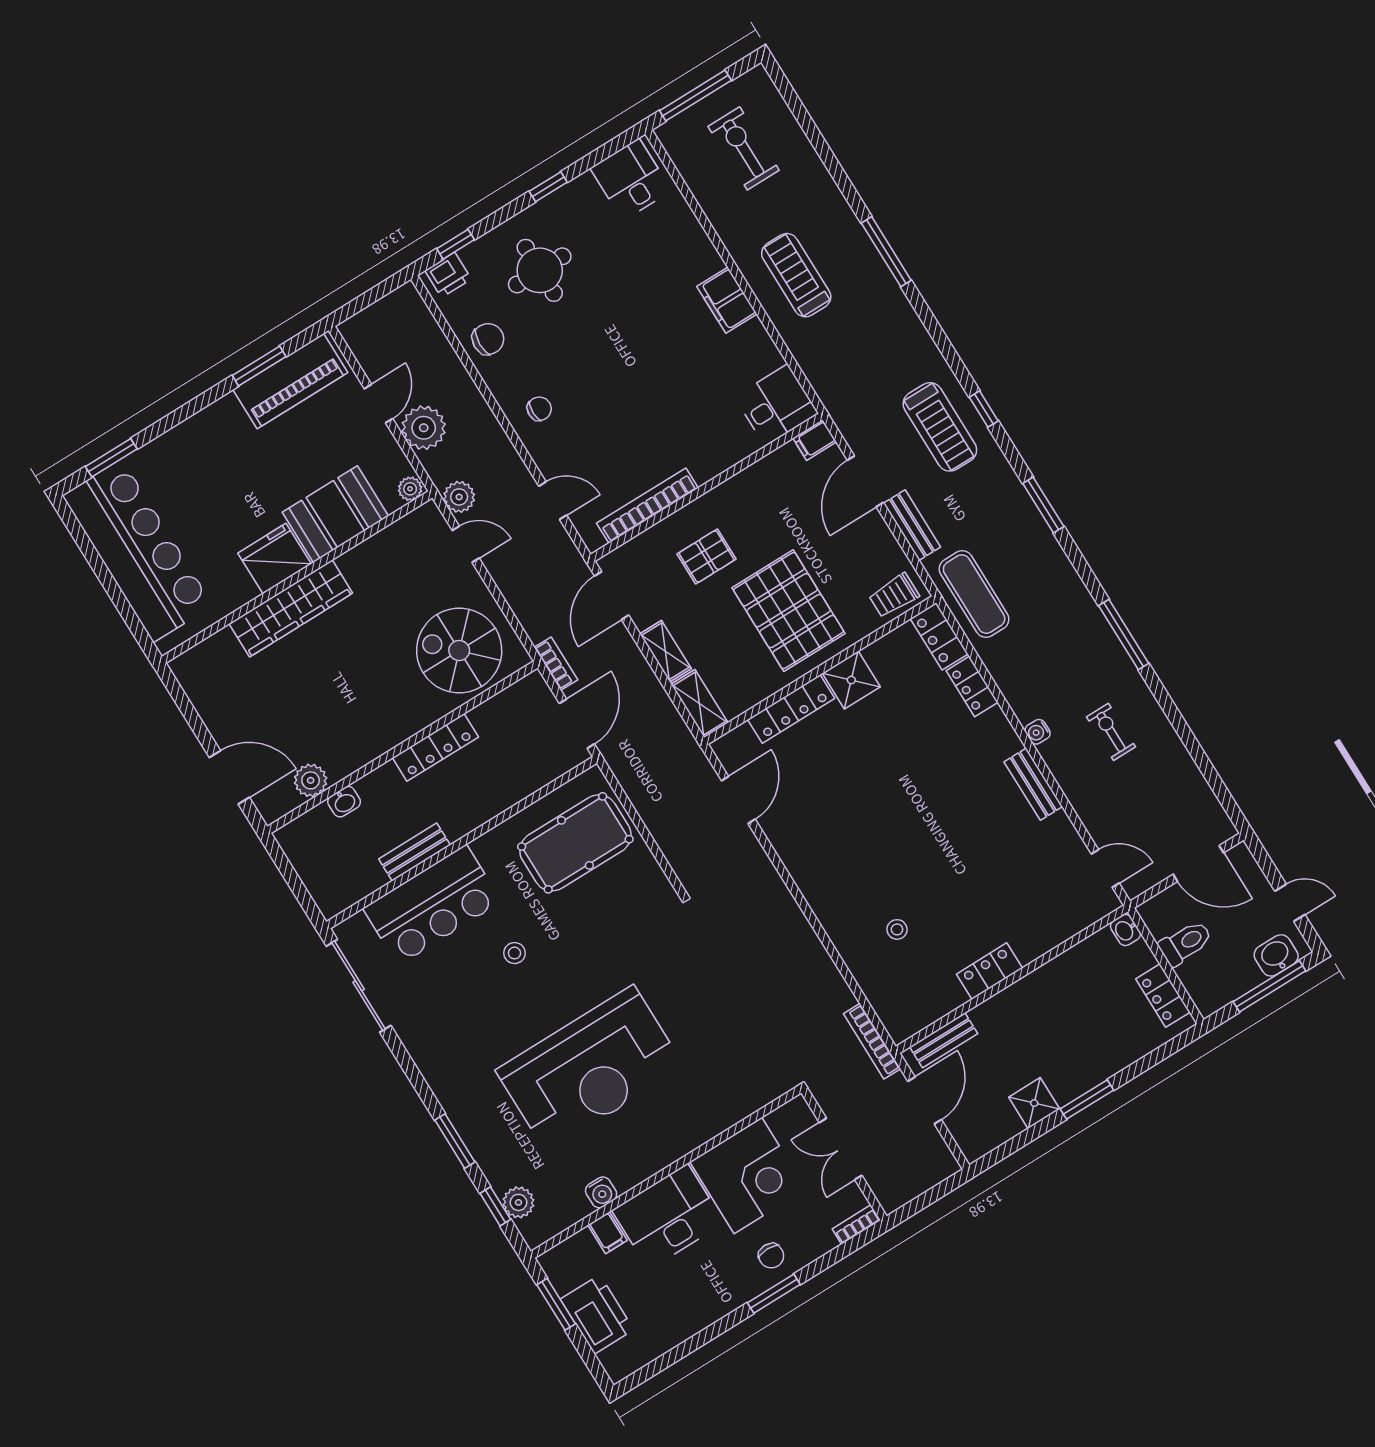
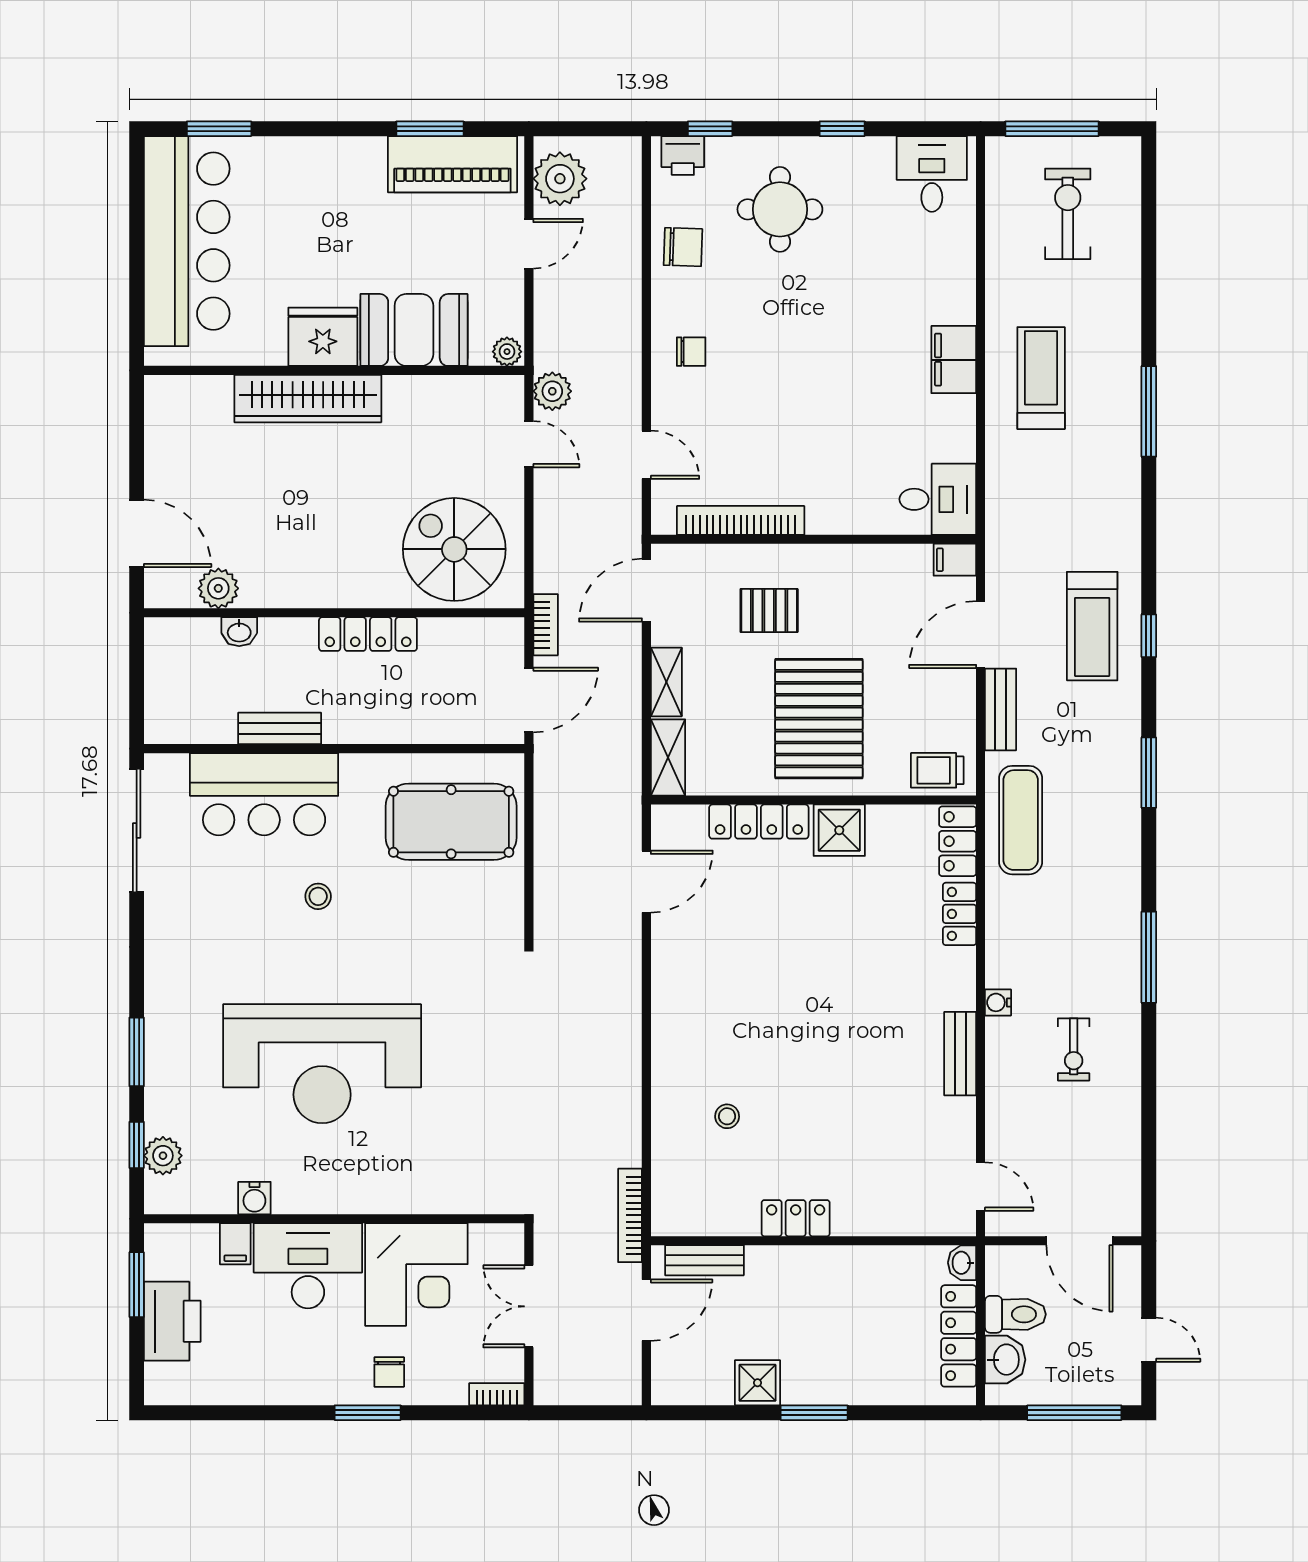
plant: (424, 428) -> (560, 179), moved
exercise bike: (1111, 732) -> (1074, 1049), turned 180
washbasin: (1276, 955) -> (1005, 1360), moved, turned 90
locker: (1163, 996) -> (959, 1336), width x1.53

